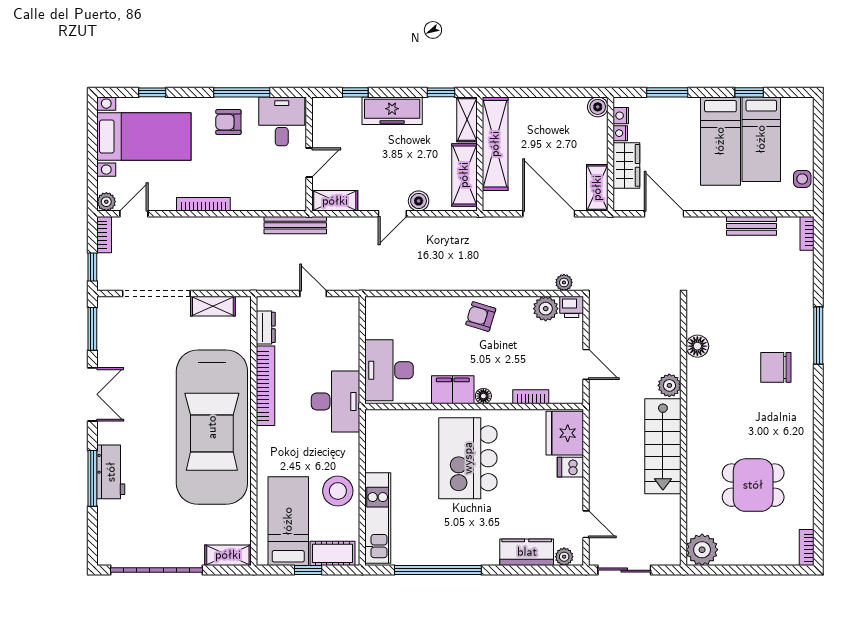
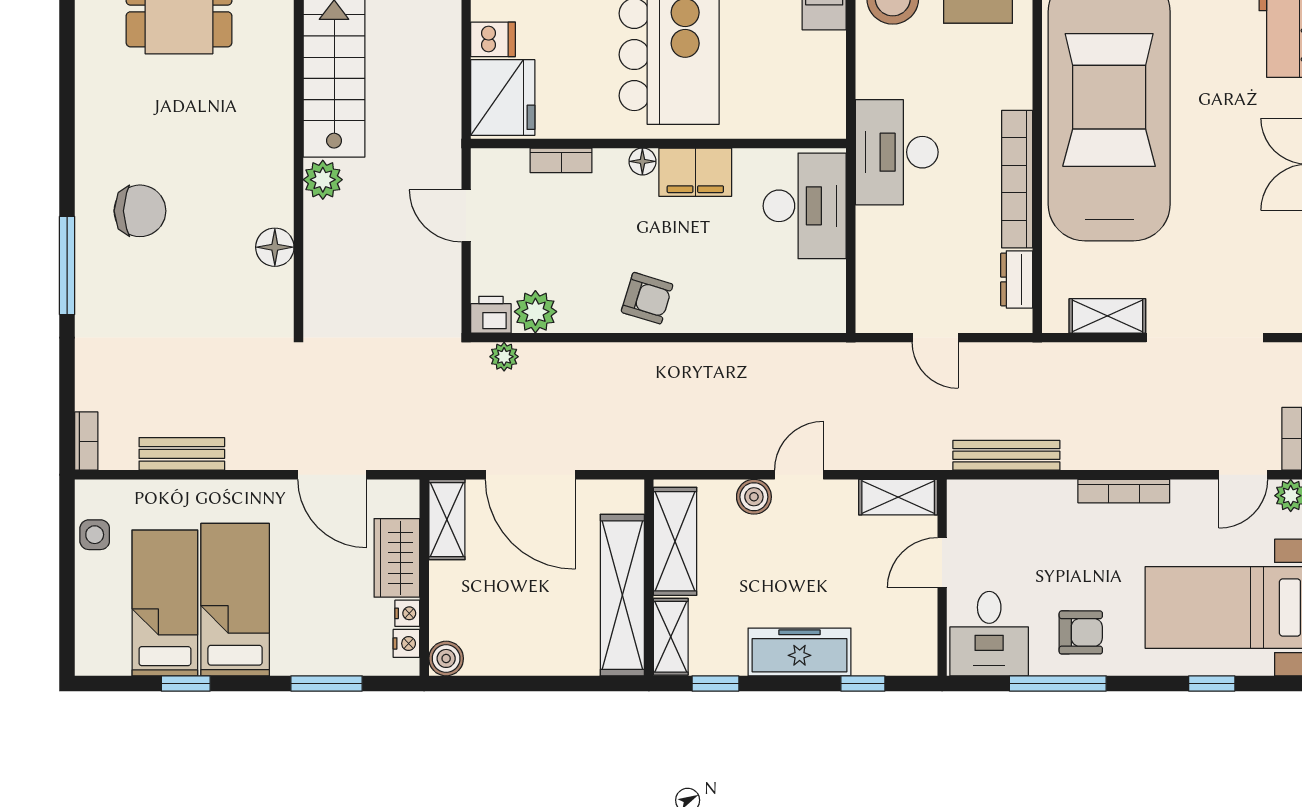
bench: (295, 225) -> (1006, 455), moved

